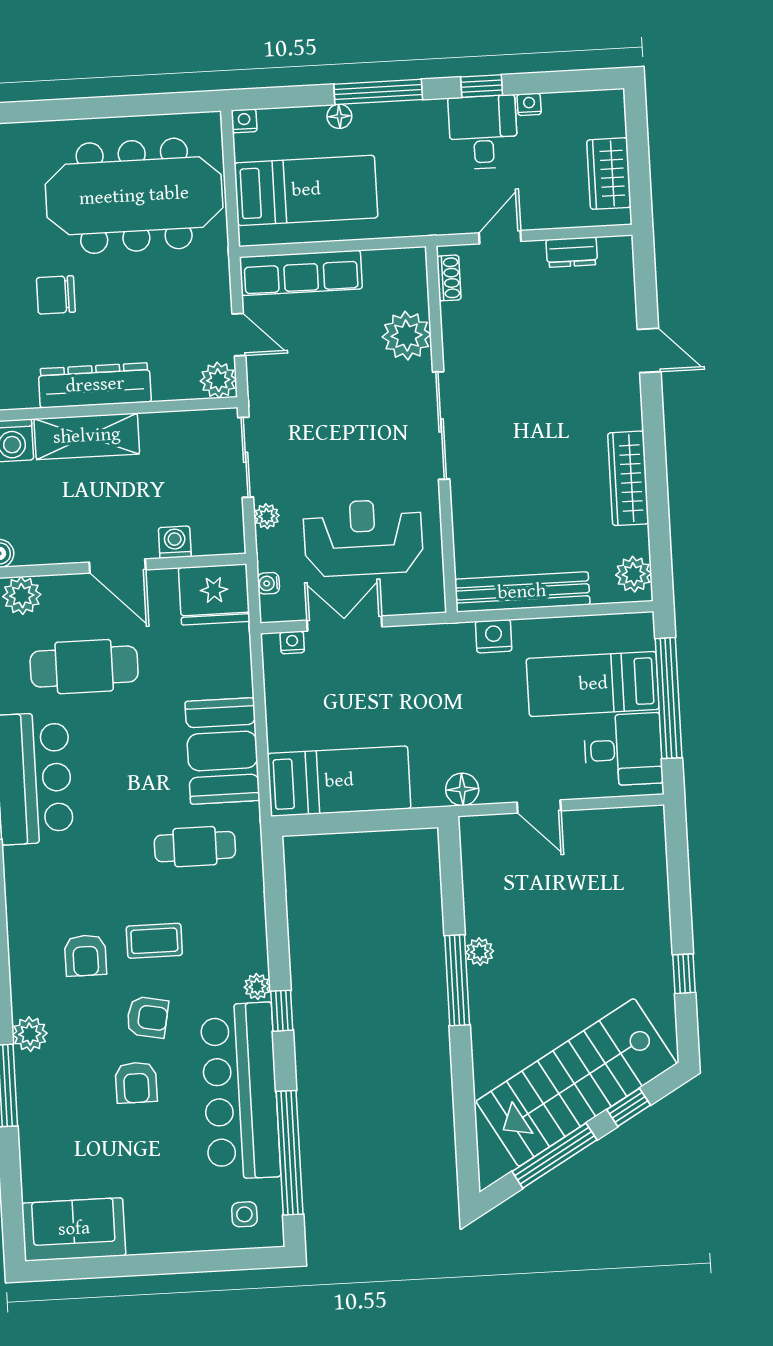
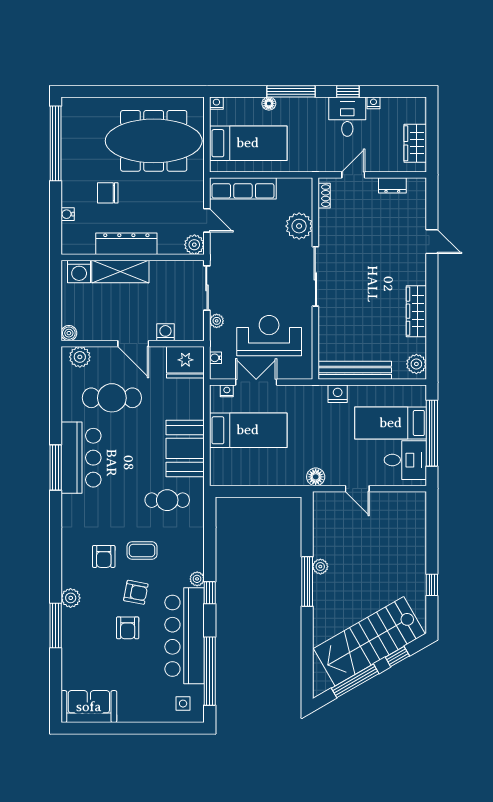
bed: (339, 781) -> (248, 430), moved

